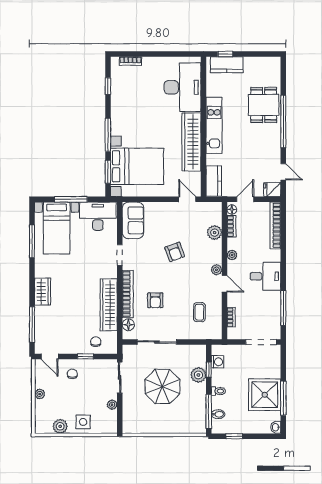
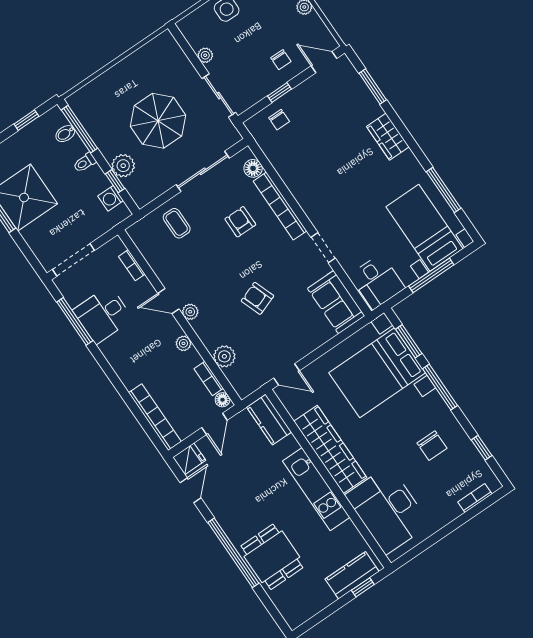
chair: (134, 106) -> (432, 446), added
door: (283, 172) -> (191, 490), swing flipped
desk: (98, 216) -> (377, 282), width x0.73
desk: (265, 276) -> (103, 315), moved
wardrobe: (109, 305) -> (294, 176), removed
coffee table: (199, 312) -> (177, 223), moved
window: (32, 325) -> (373, 86), width x0.69

